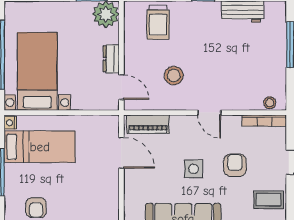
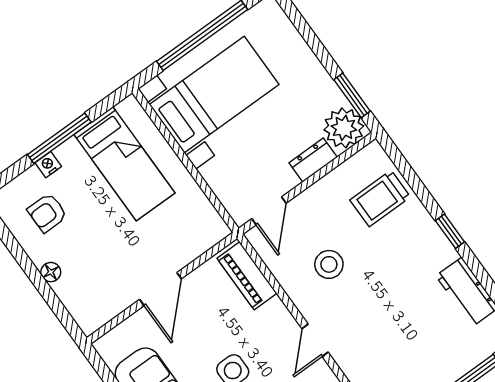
dresser: (111, 59) -> (313, 160), moved
nightstand: (10, 123) -> (48, 165), moved
door: (121, 153) -> (160, 289), moved

